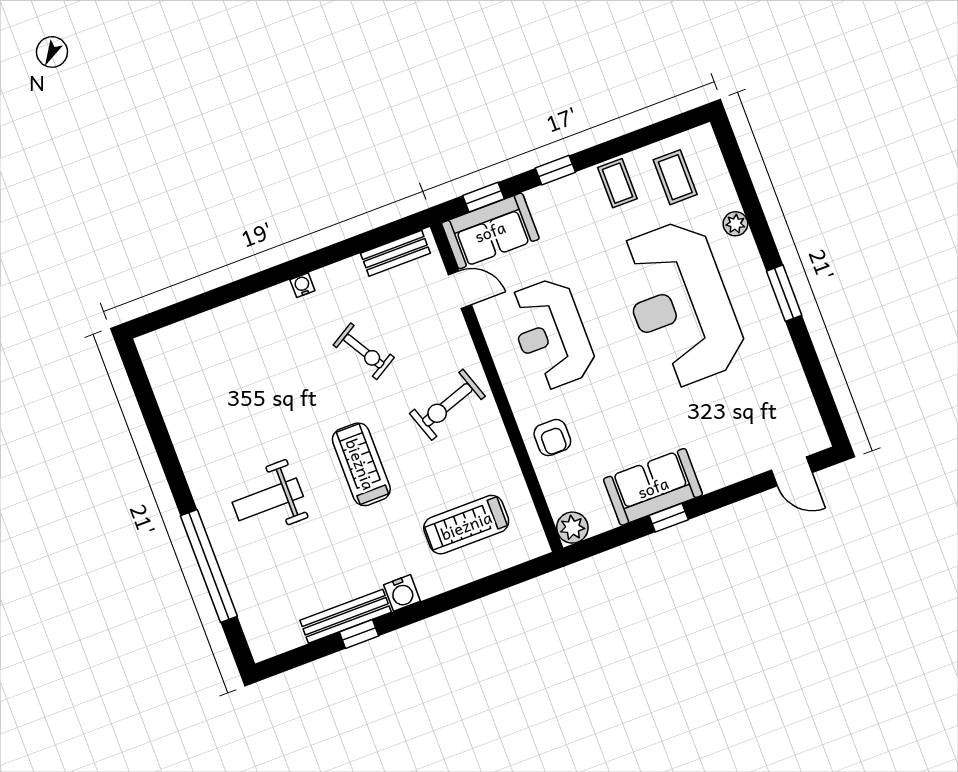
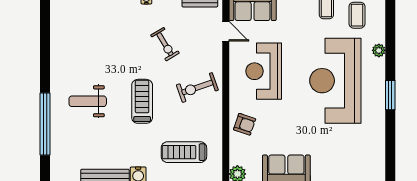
armchair: (552, 438) -> (245, 124), turned -71

